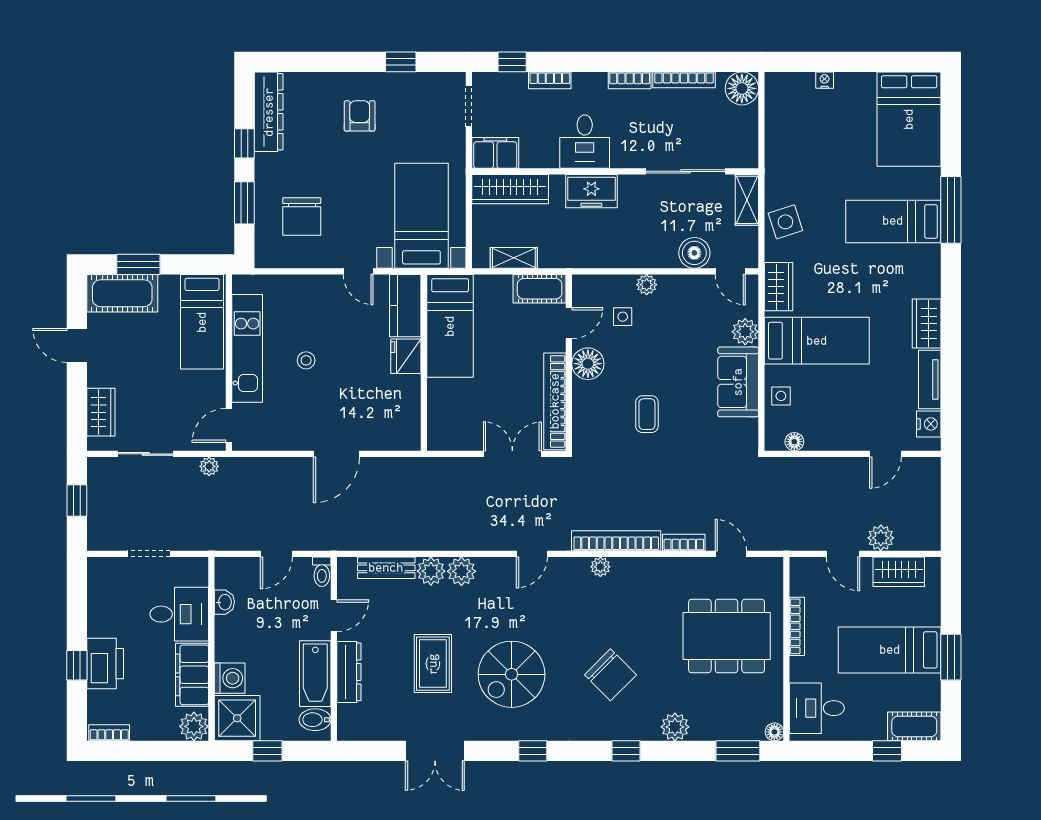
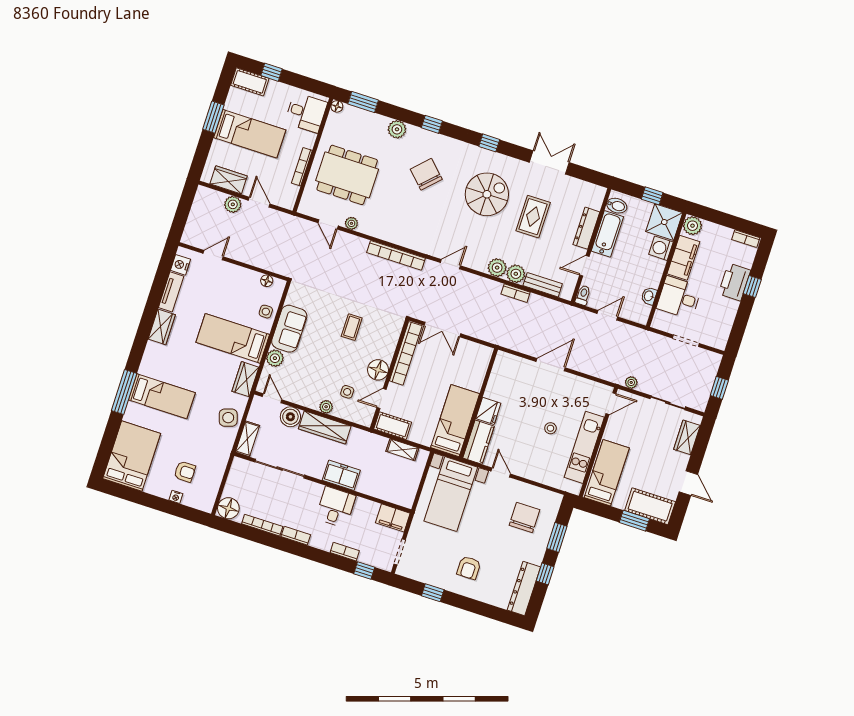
armchair: (824, 122) -> (185, 472), added
wardrobe: (510, 189) -> (325, 427), moved, turned 180
bookcase: (684, 542) -> (516, 293), moved
plant: (600, 567) -> (351, 223), moved

